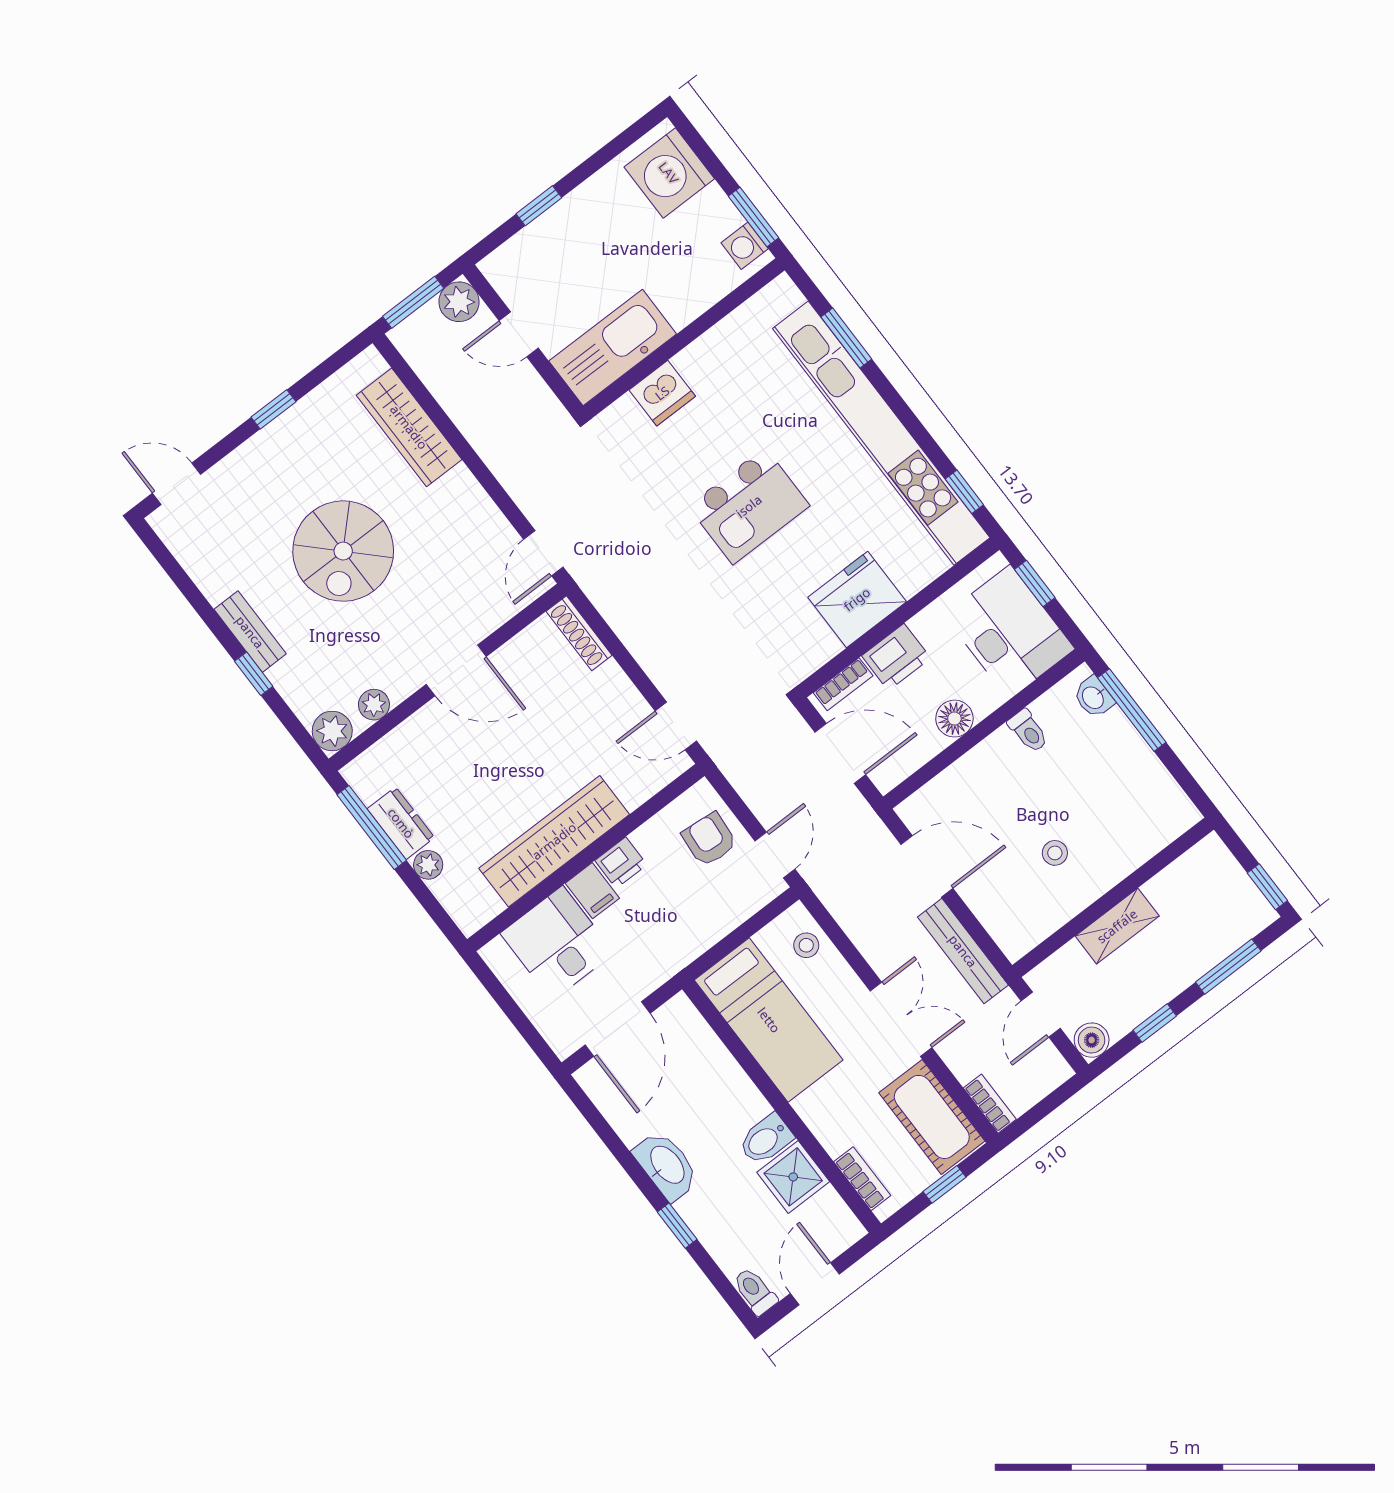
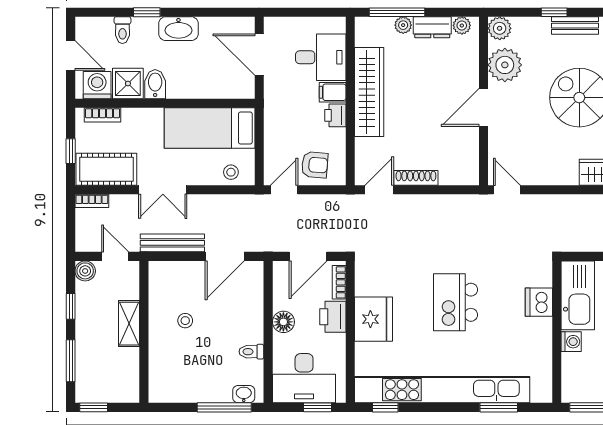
washing machine: (745, 246) -> (571, 342), moved, turned 90
shoe rack: (579, 633) -> (416, 178), moved
plant: (374, 705) -> (505, 65), width x1.88, depth x1.88
plant: (368, 785) -> (462, 25), added
window: (372, 828) -> (397, 12), moved
door: (775, 855) -> (284, 190), swing flipped
washing machine: (827, 1217) -> (97, 85), added
toilet: (755, 1291) -> (122, 30), moved, turned 90

